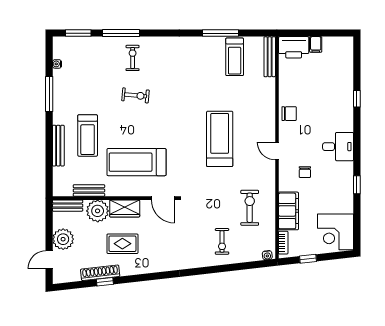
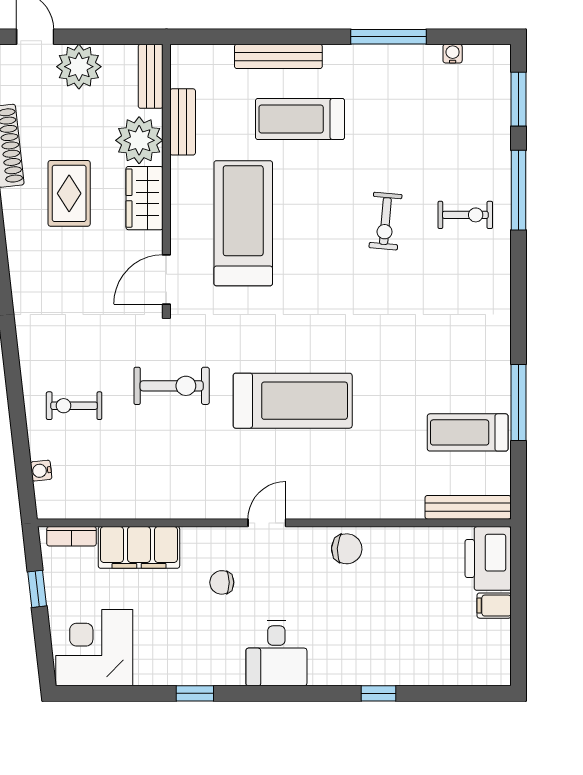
chair: (289, 114) -> (347, 549), turned -87
exercise bike: (250, 208) -> (172, 386), moved
water cooler: (267, 255) -> (41, 471), moved

